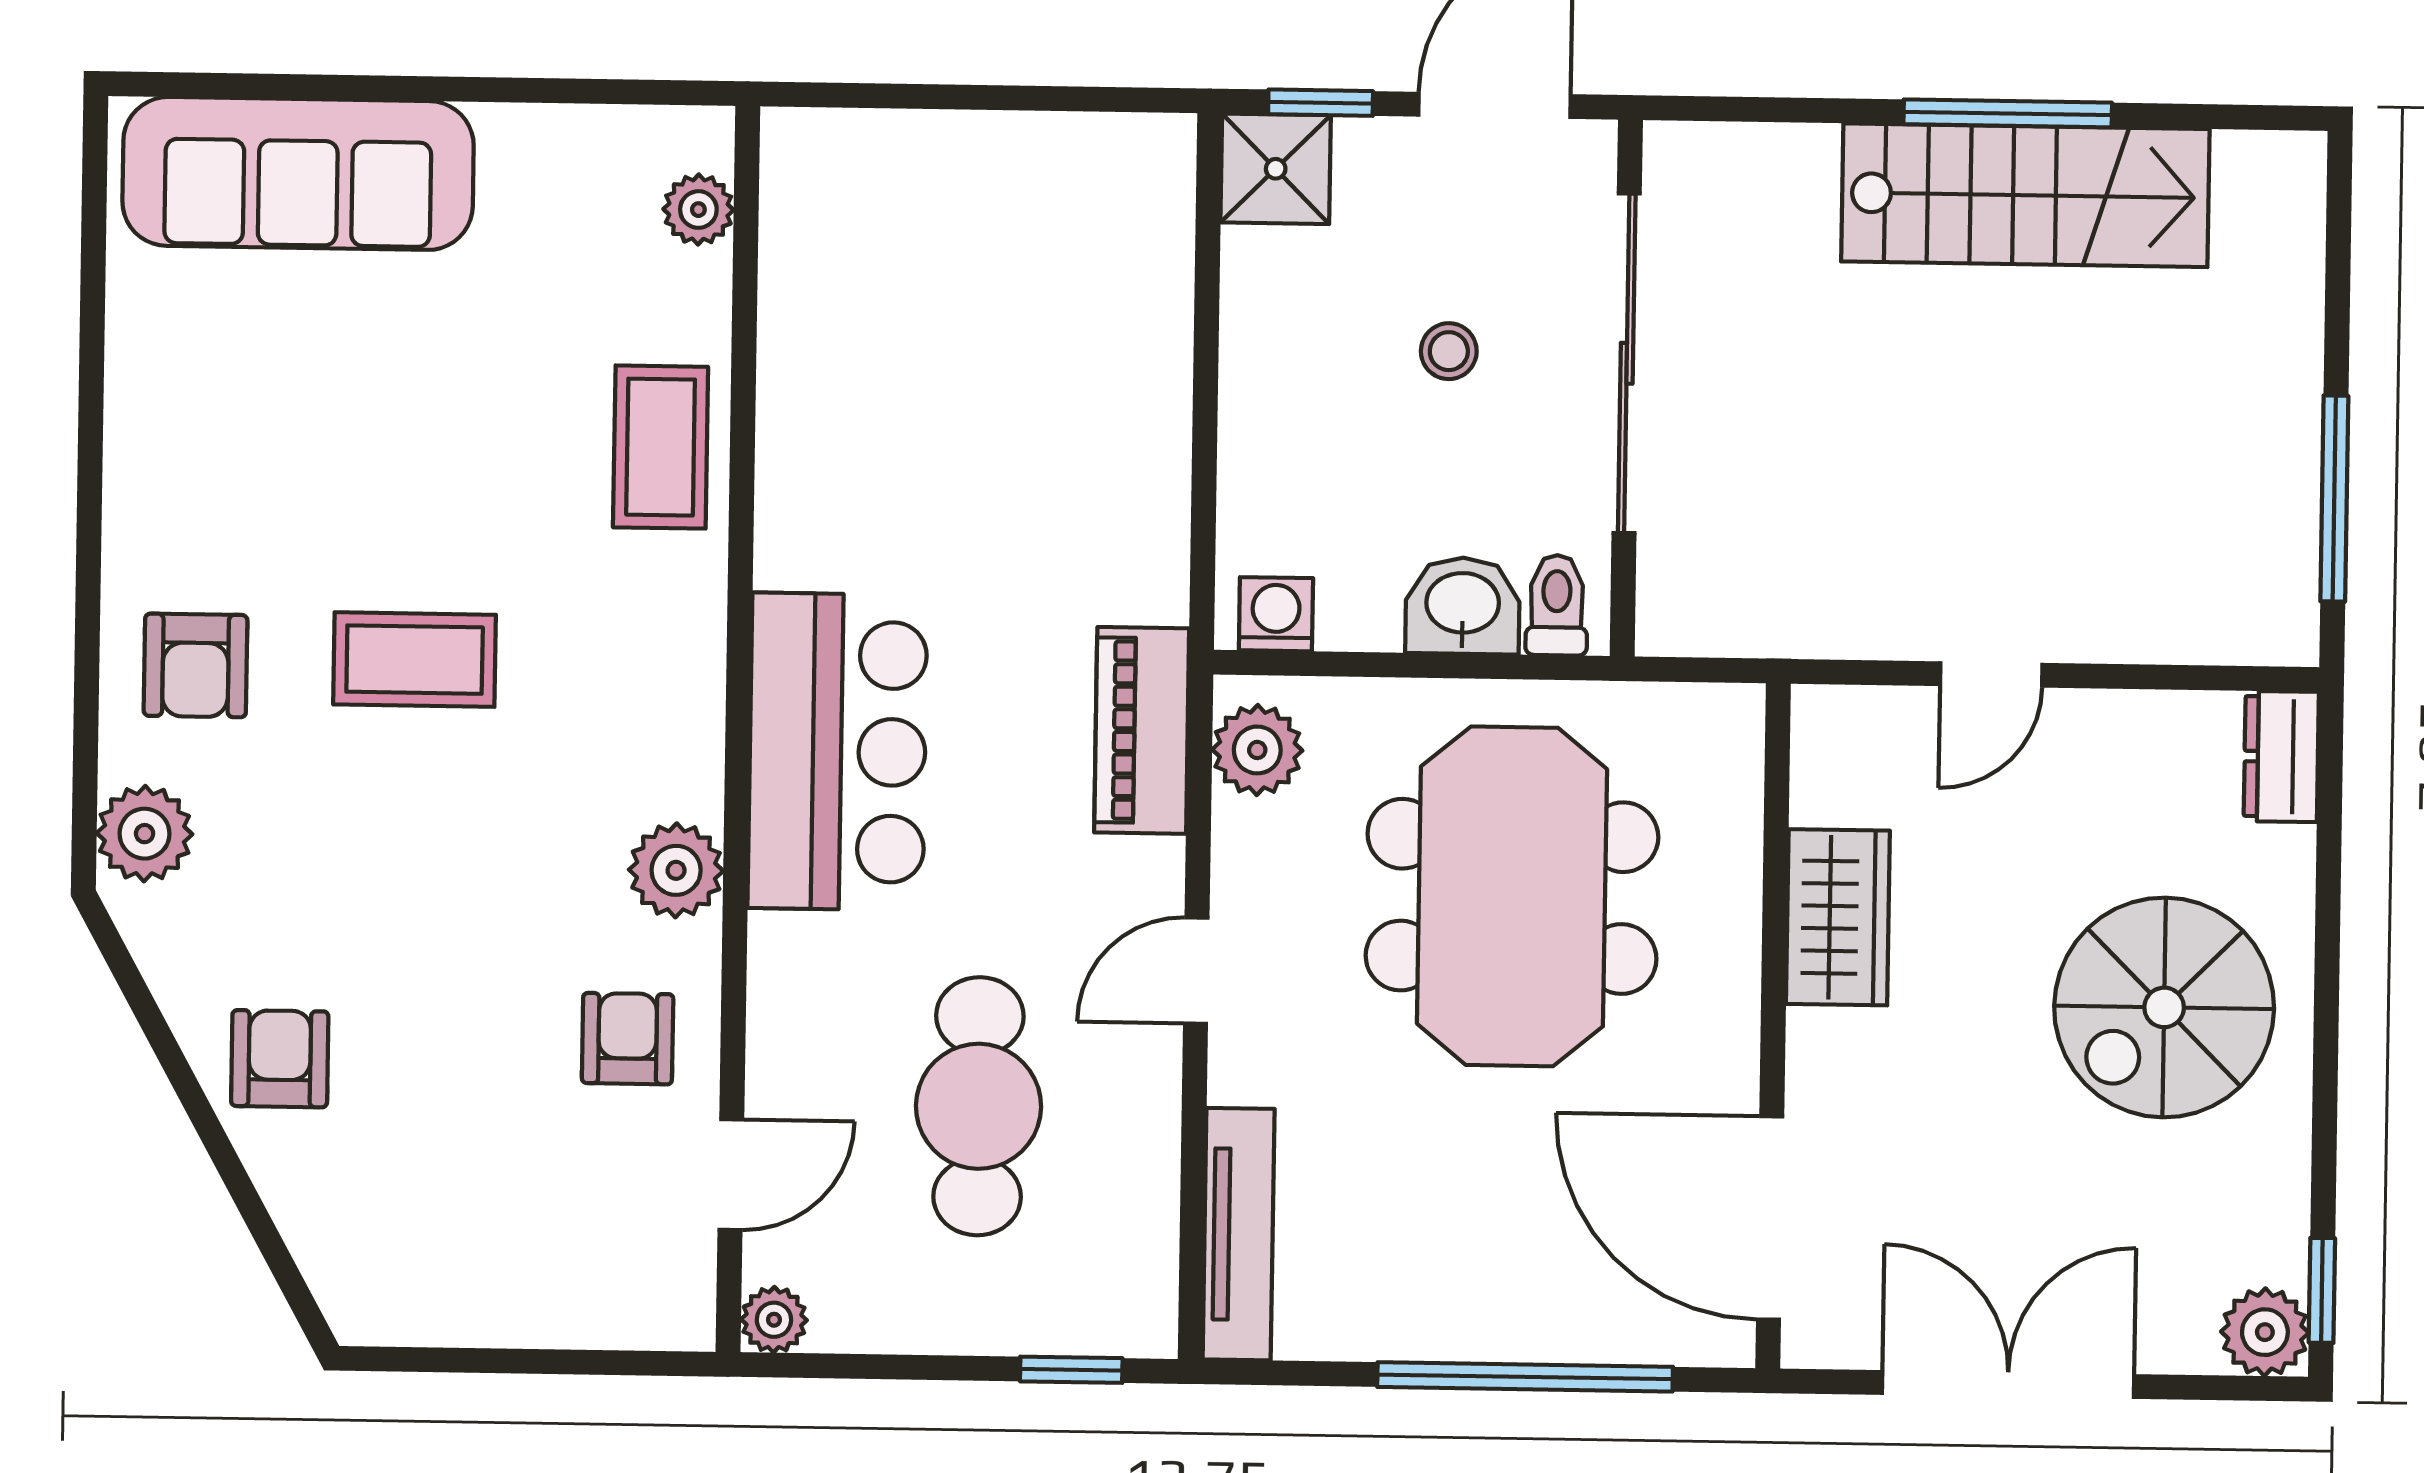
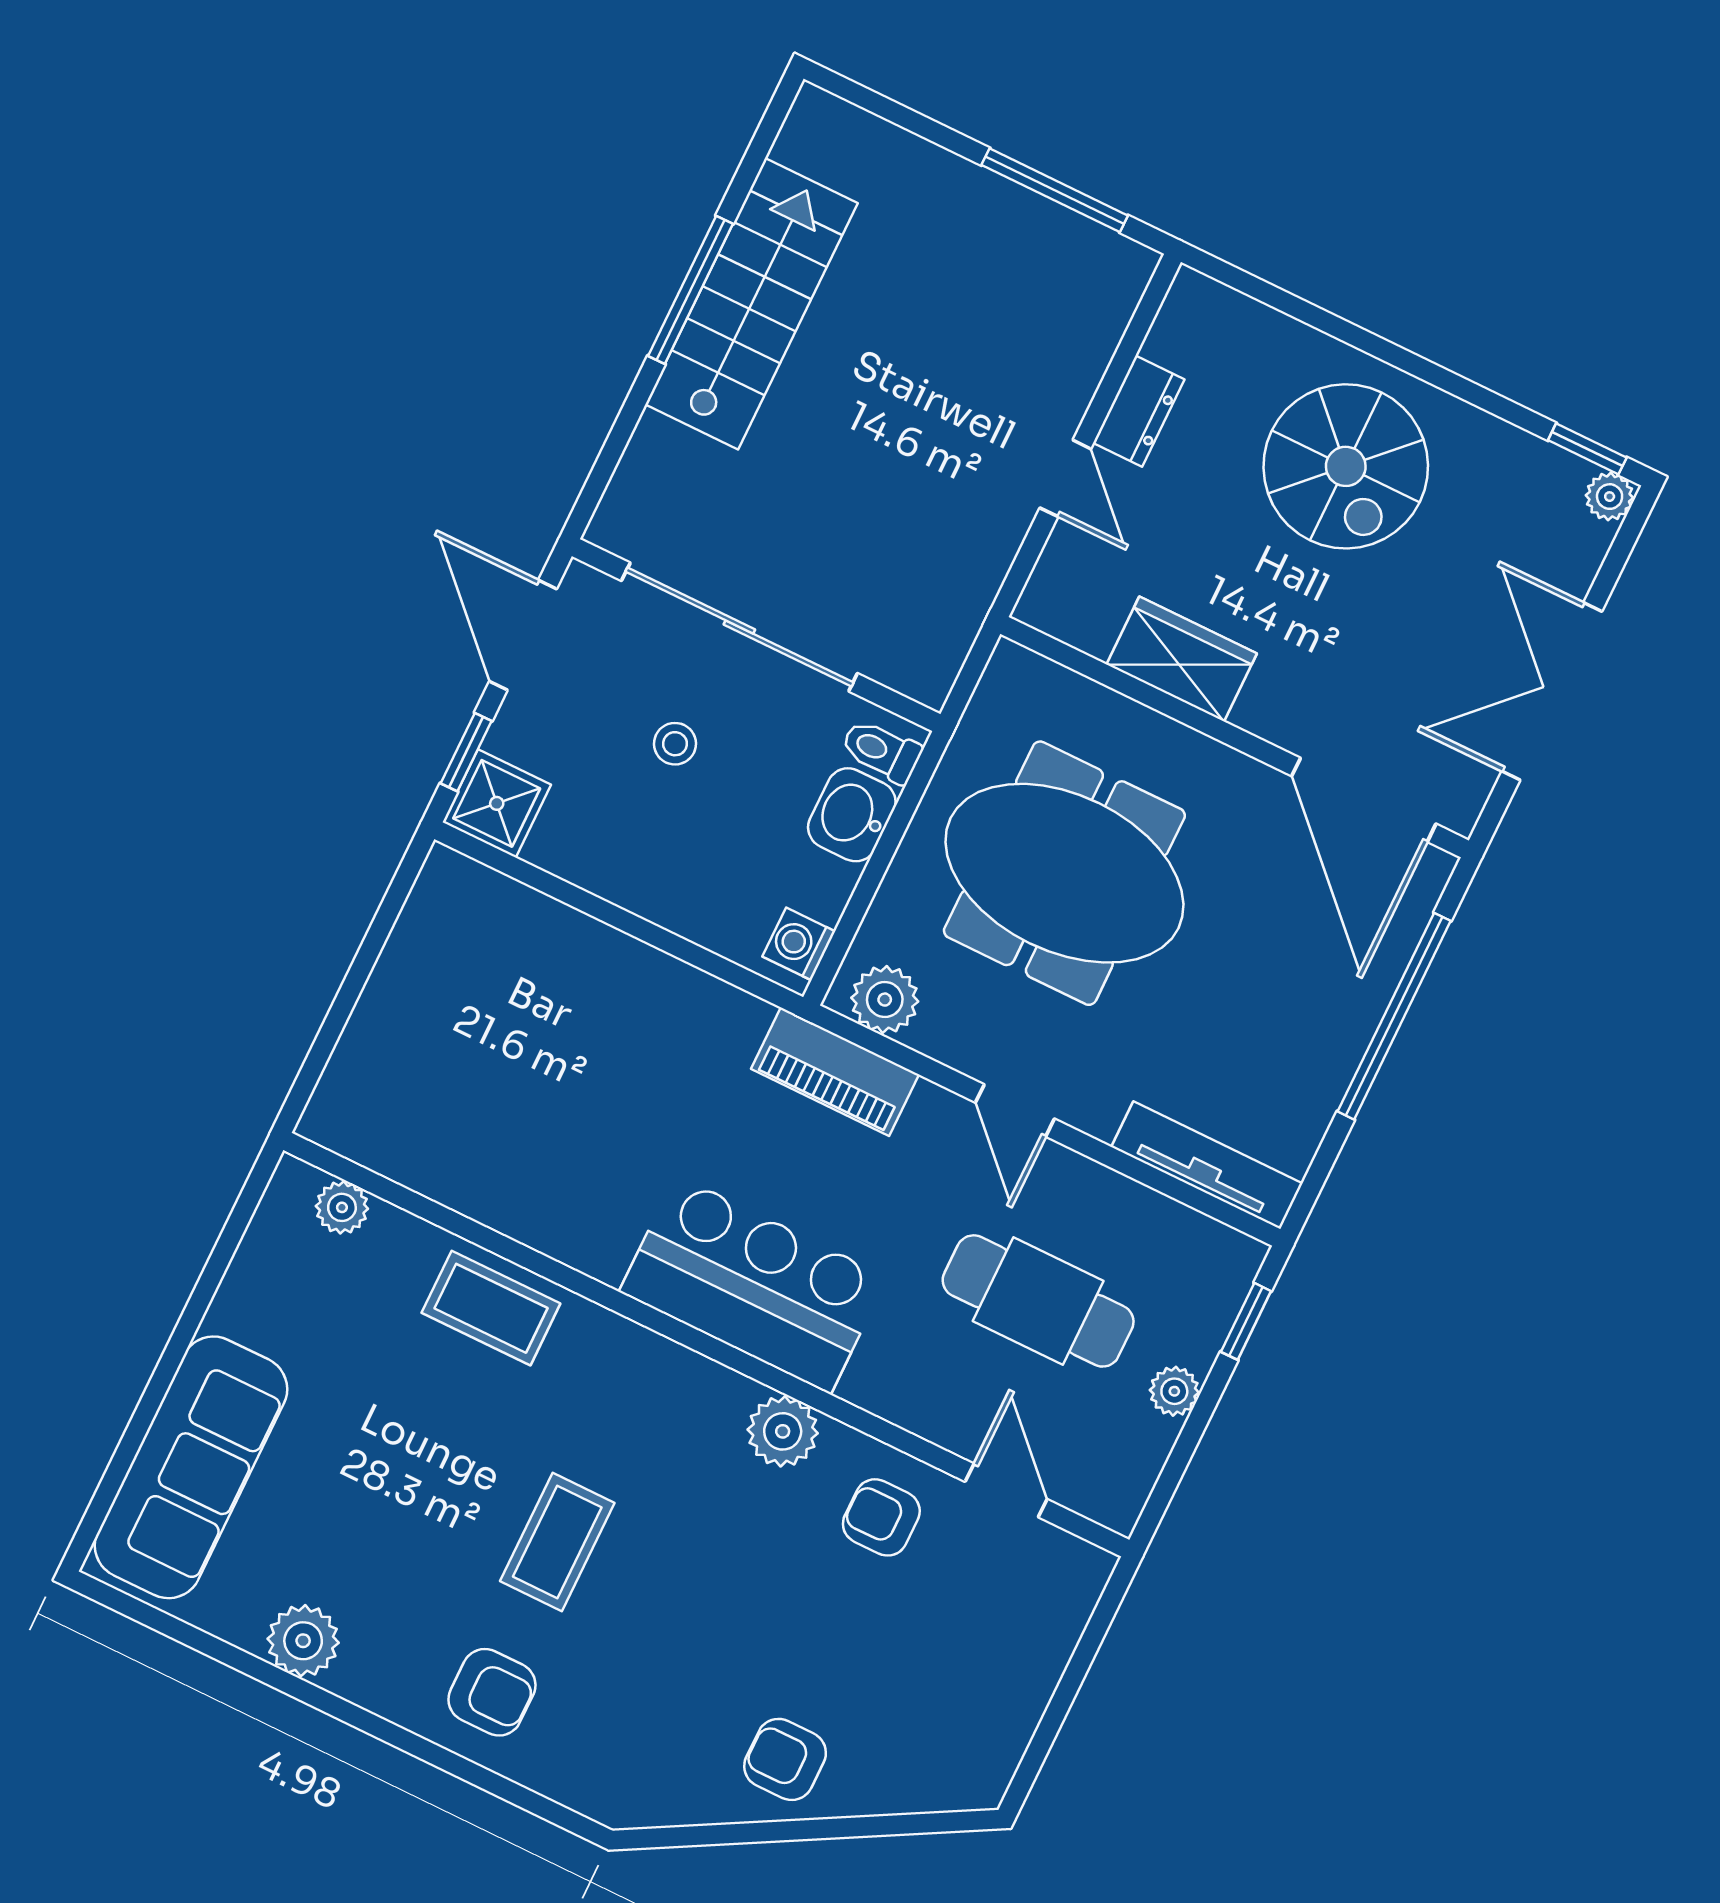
dresser: (2281, 757) -> (1139, 411), moved, turned -90
plant: (145, 834) -> (303, 1641), moved
door: (1770, 1218) -> (1364, 800), hinge flipped
plant: (774, 1320) -> (1174, 1391), moved
plant: (2265, 1332) -> (1610, 497), width x0.73, depth x0.73

